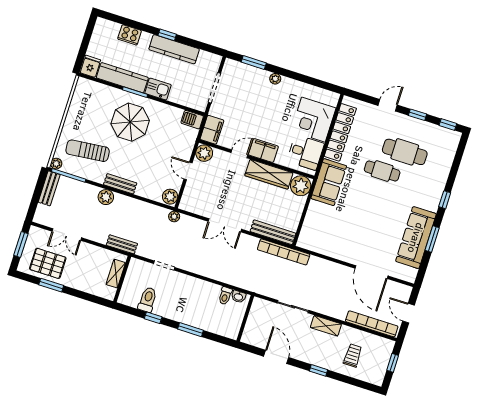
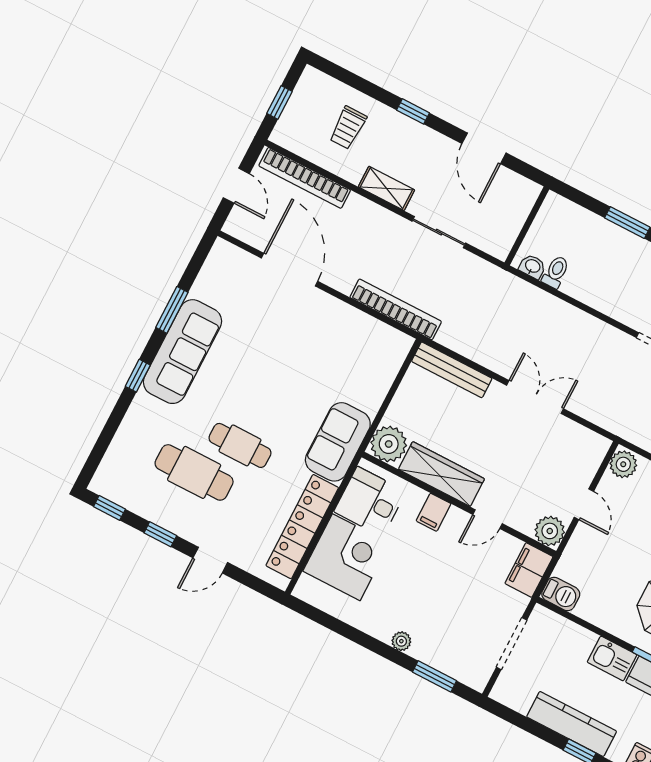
filing cabinet: (263, 151) -> (434, 512), width x0.50
plant: (174, 217) -> (622, 428), removed
sofa: (416, 238) -> (182, 352), moved
bookcase: (284, 252) -> (396, 309), moved

